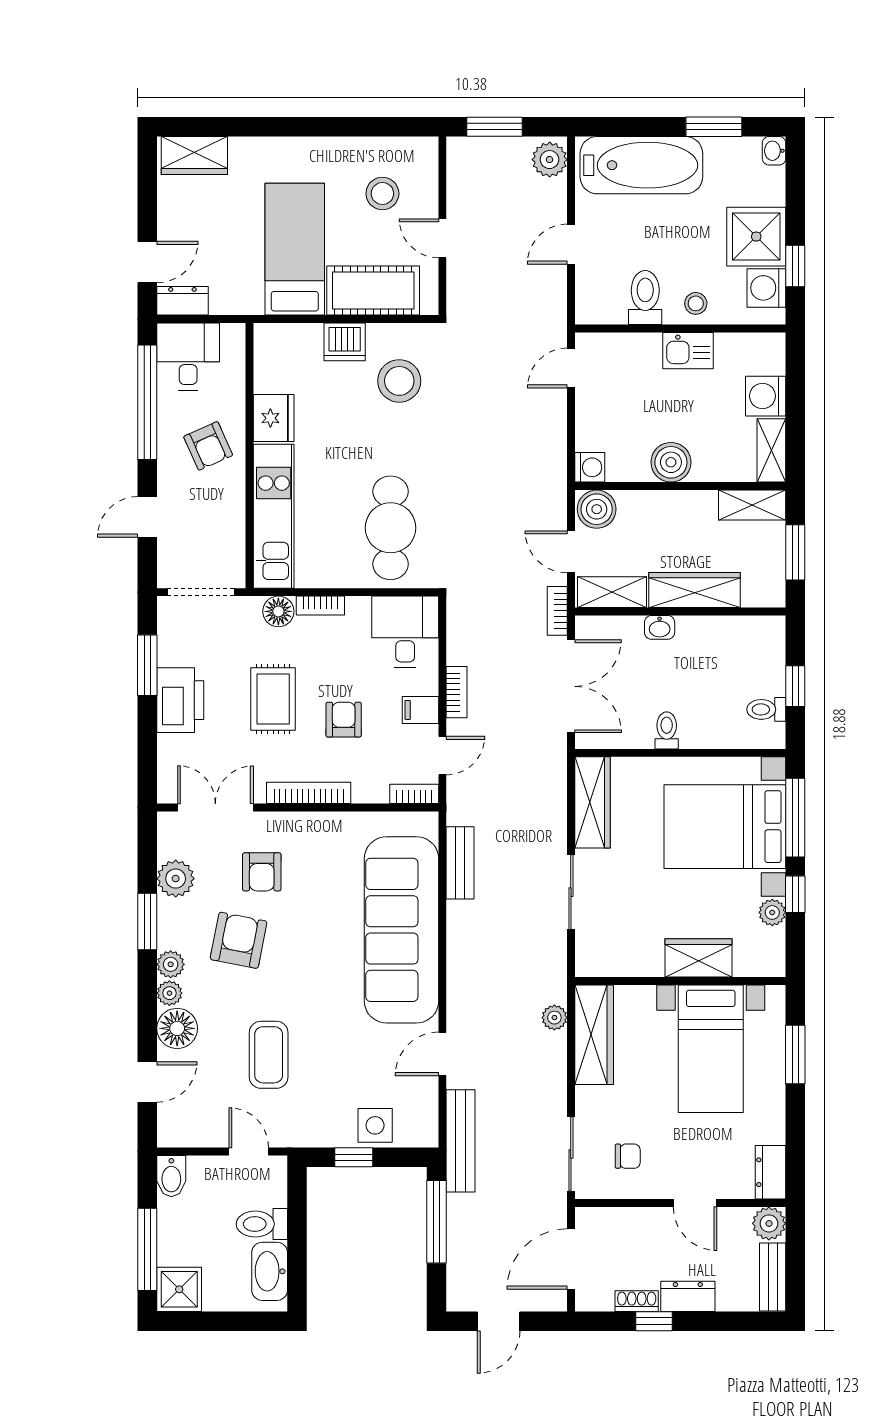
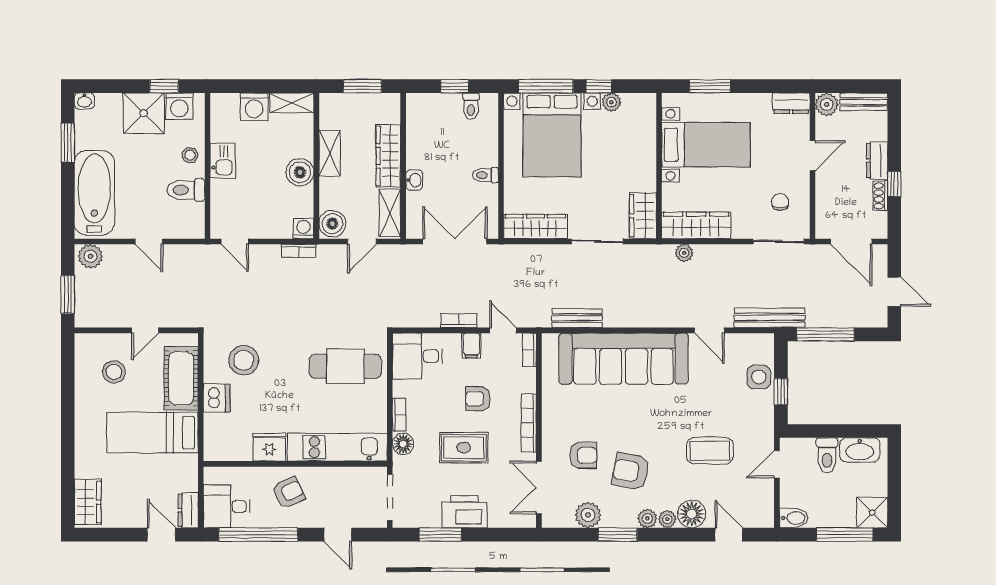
shelving: (752, 505) -> (330, 153), moved
bookcase: (557, 611) -> (299, 251), moved
wardrobe: (699, 958) -> (643, 216), moved

